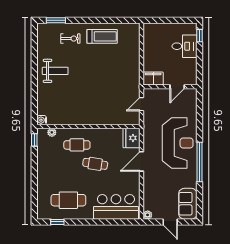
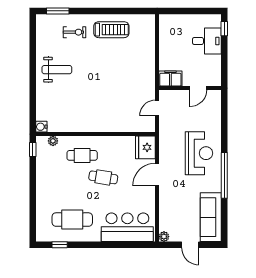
reception desk: (178, 143) -> (199, 153), width x0.74, depth x0.77
sofa: (188, 204) -> (211, 217), width x1.36

